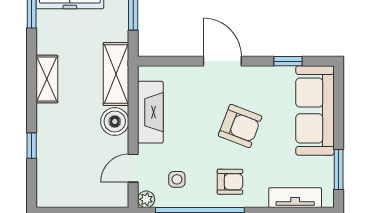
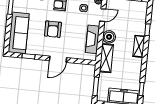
door: (222, 61) -> (58, 59), hinge flipped
shelving: (47, 79) -> (139, 46), moved
armchair: (240, 126) -> (53, 29), turned -111

